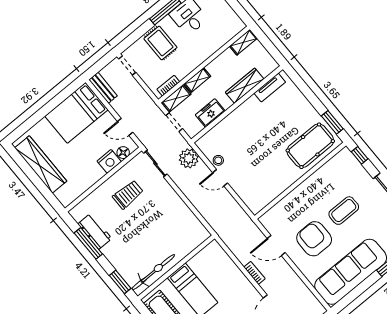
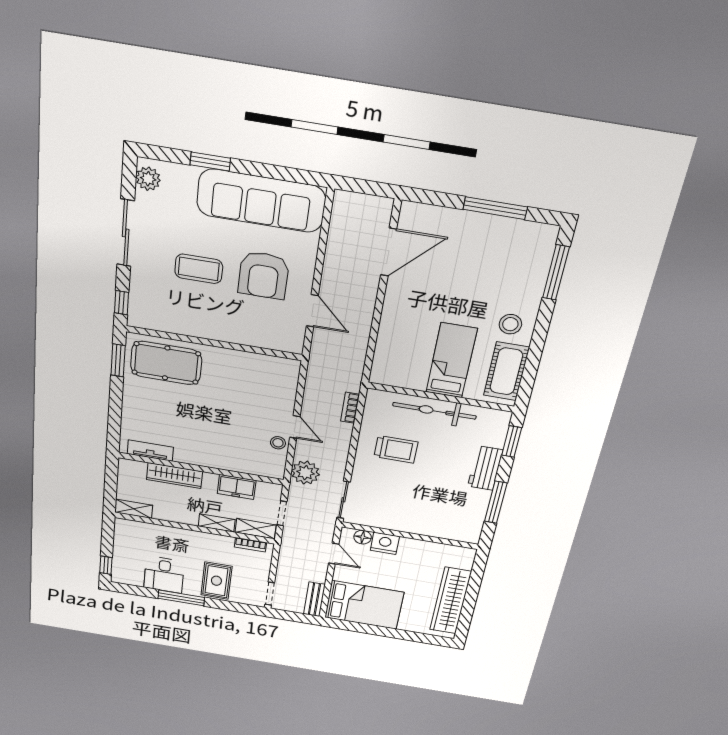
trolley: (128, 194) -> (396, 449), moved, turned 180
workbench: (95, 231) -> (485, 468), moved
bicycle: (153, 272) -> (434, 411), moved
bookcase: (254, 273) -> (350, 408), moved

